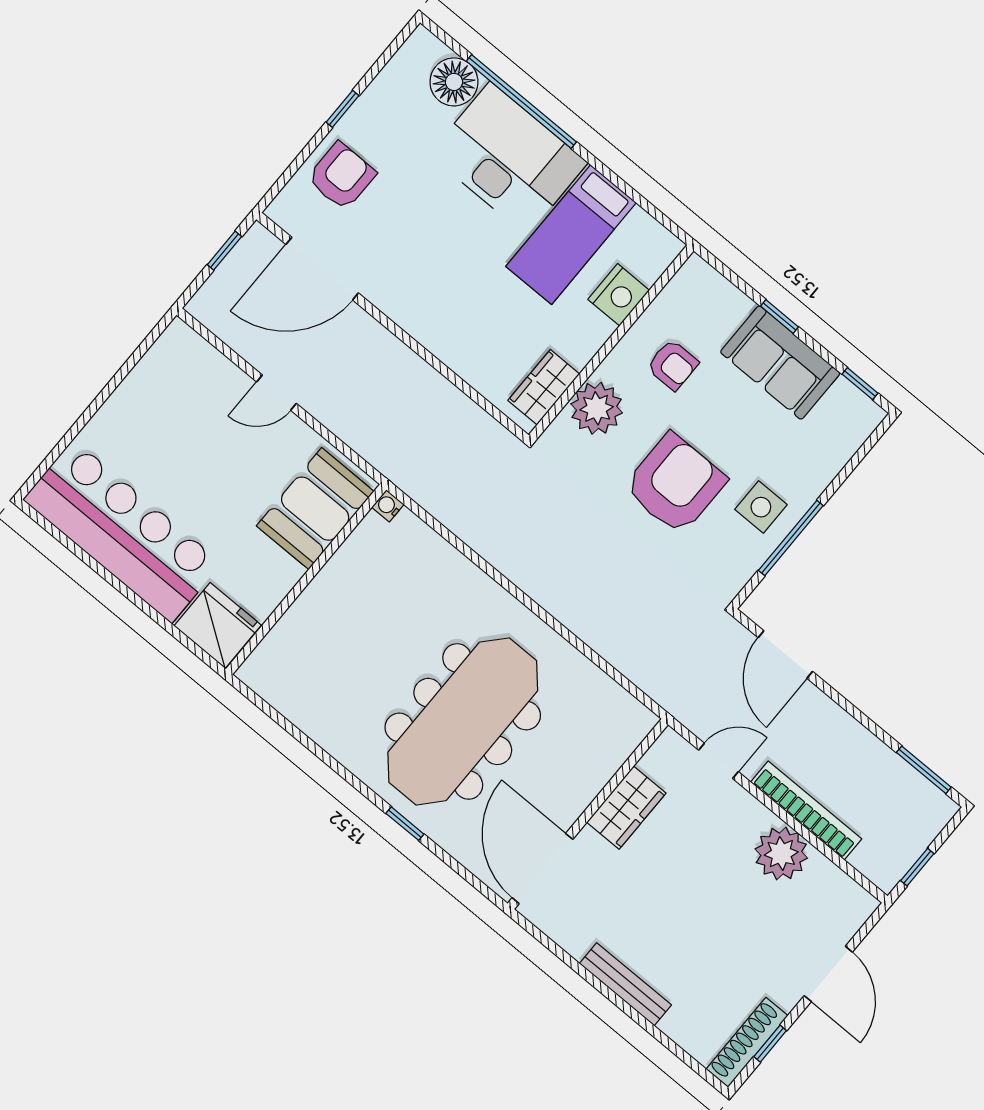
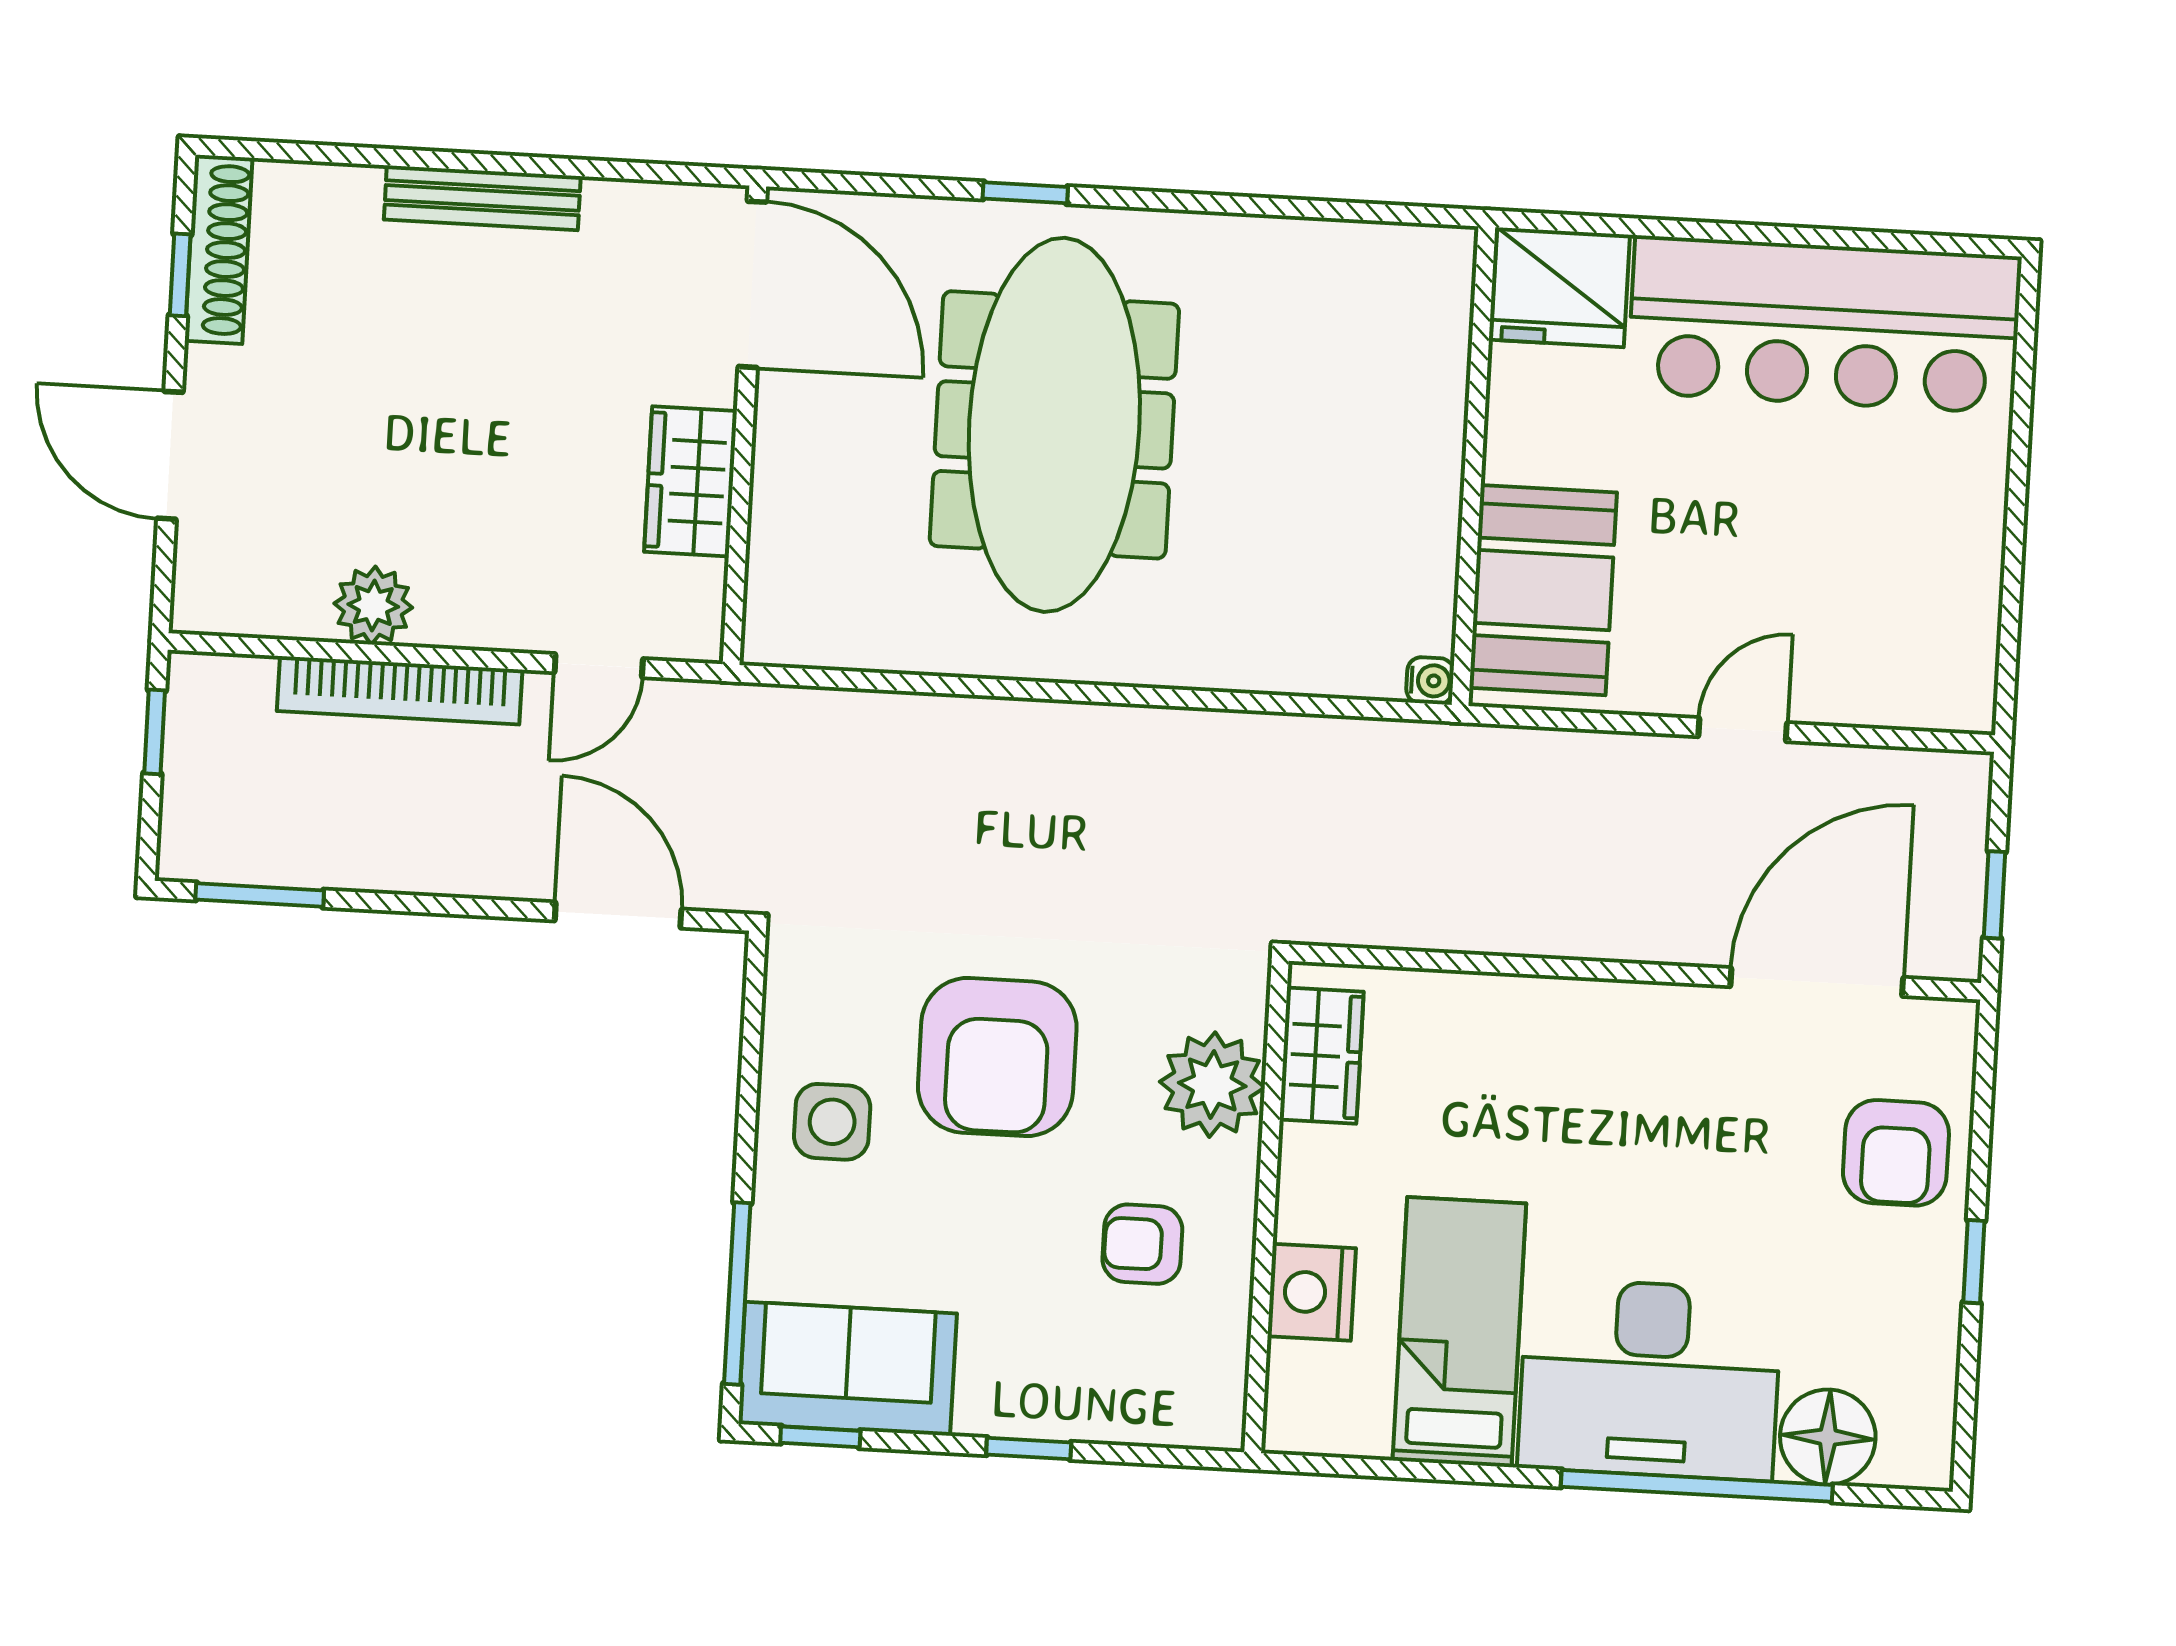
sofa: (780, 363) -> (848, 1369), moved
window: (791, 538) -> (737, 1294), moved
plant: (781, 853) -> (373, 605), width x0.73, depth x0.73

